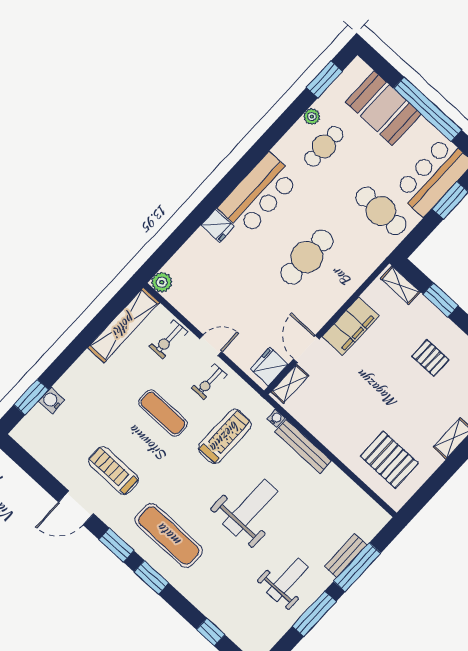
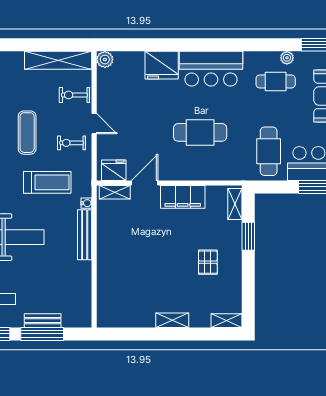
fridge: (217, 226) -> (162, 65), width x1.88, depth x1.34
pallet: (389, 460) -> (124, 294), removed

